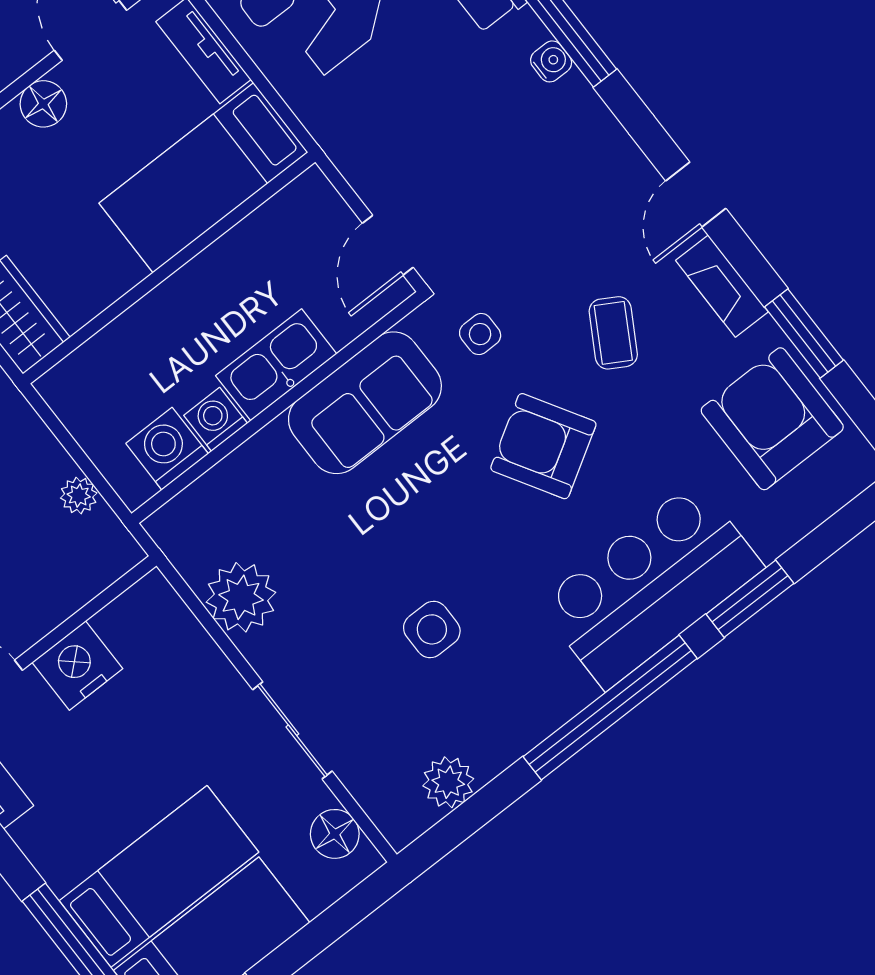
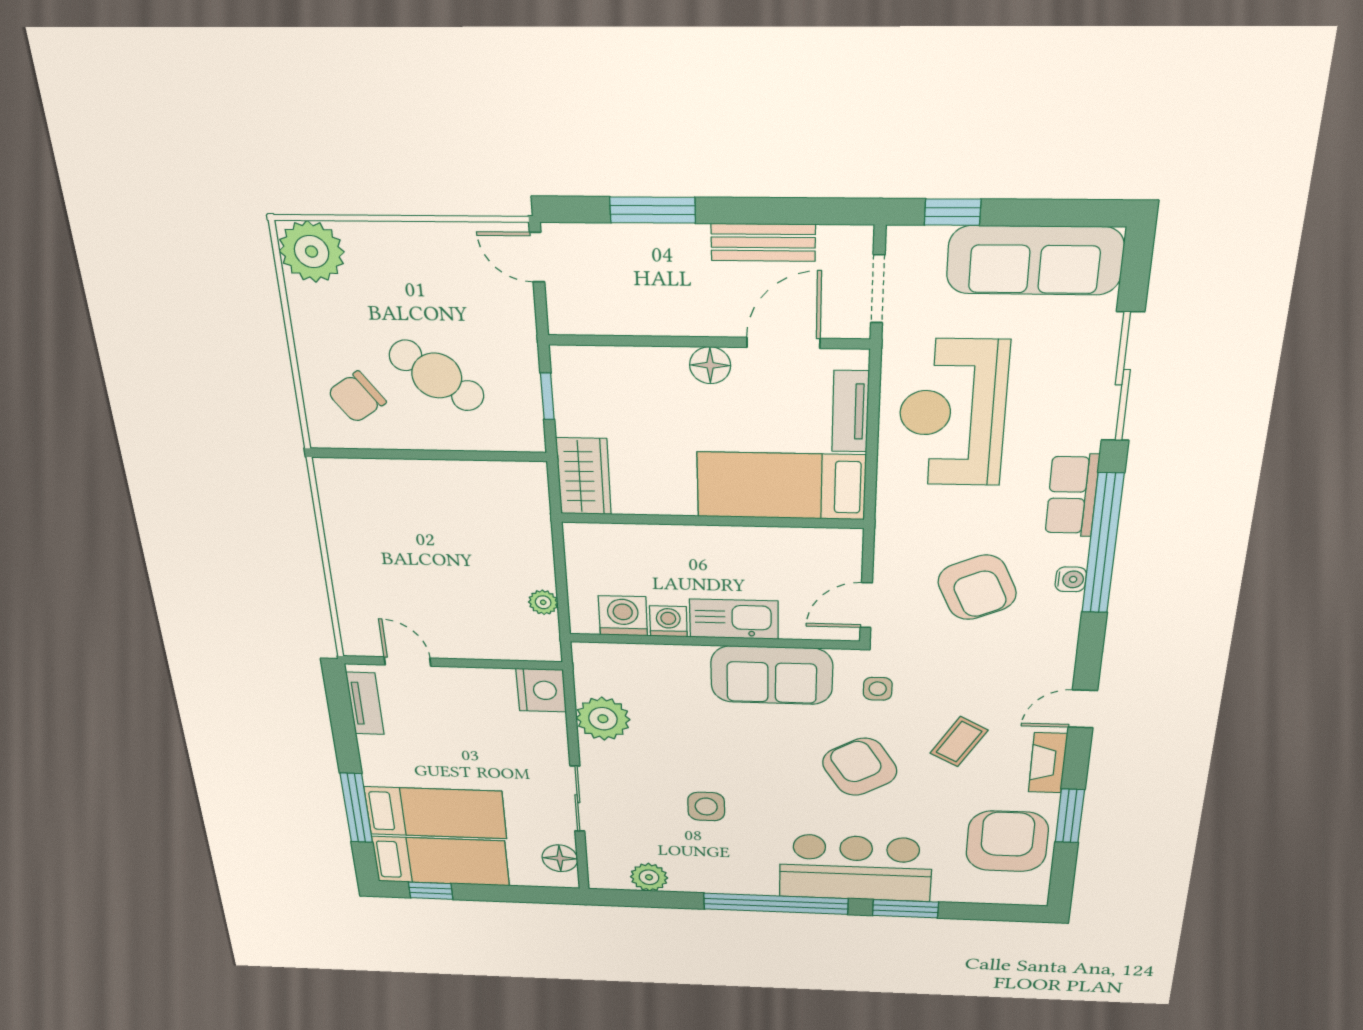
armchair: (474, 141) -> (977, 587), added
nightstand: (77, 665) -> (541, 690), moved, turned 90

